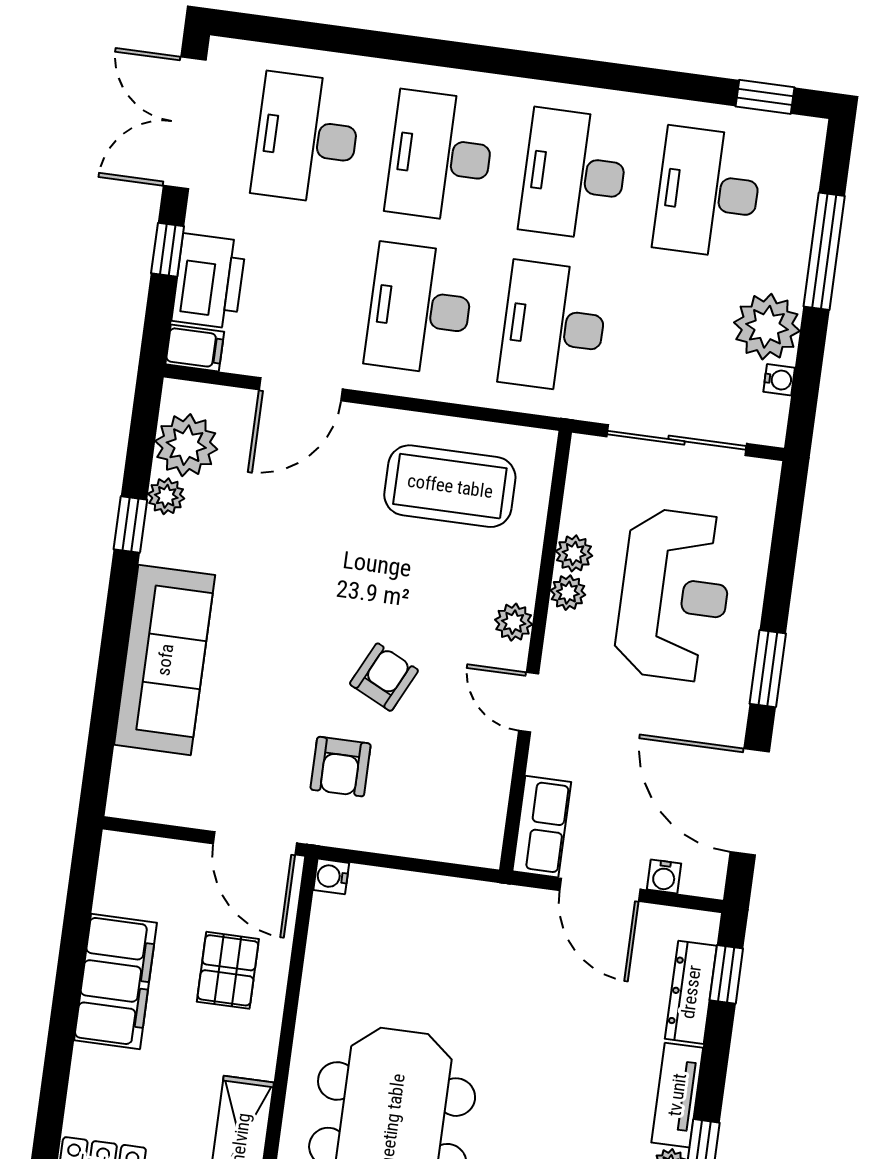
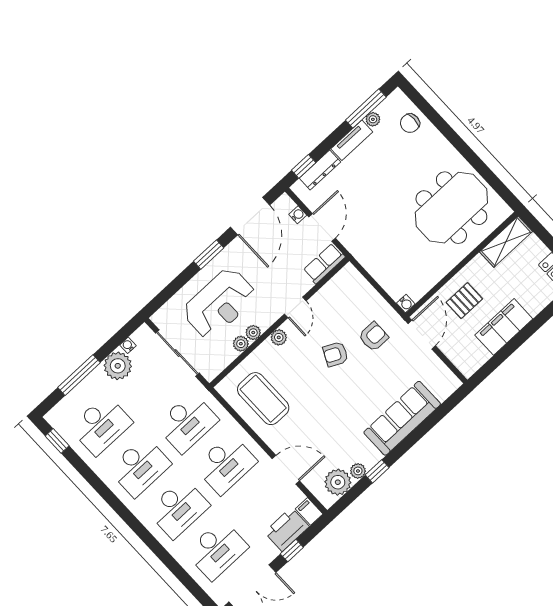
reception desk: (674, 595) -> (219, 303), turned 180

